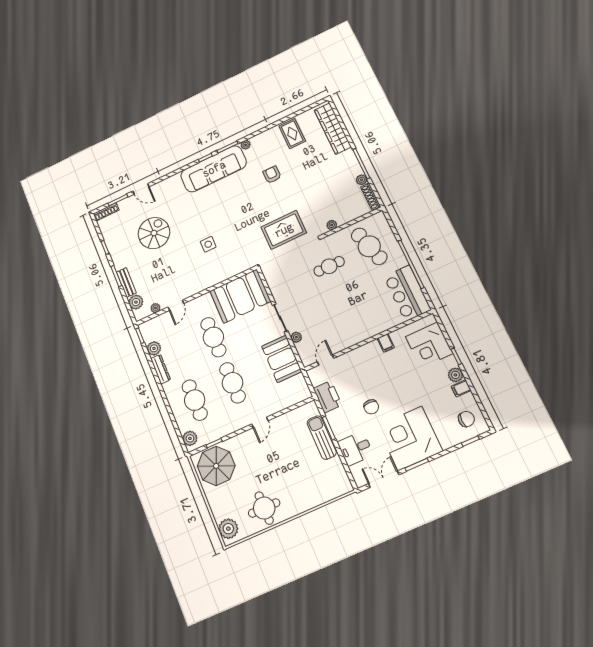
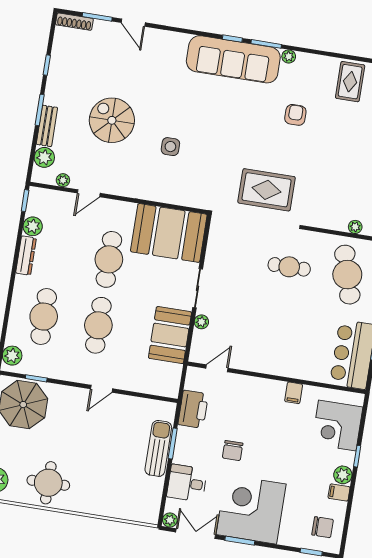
plant: (332, 225) -> (355, 227), moved
spiral stairs: (154, 233) -> (112, 120), moved, turned -90
plant: (360, 481) -> (170, 520), added

